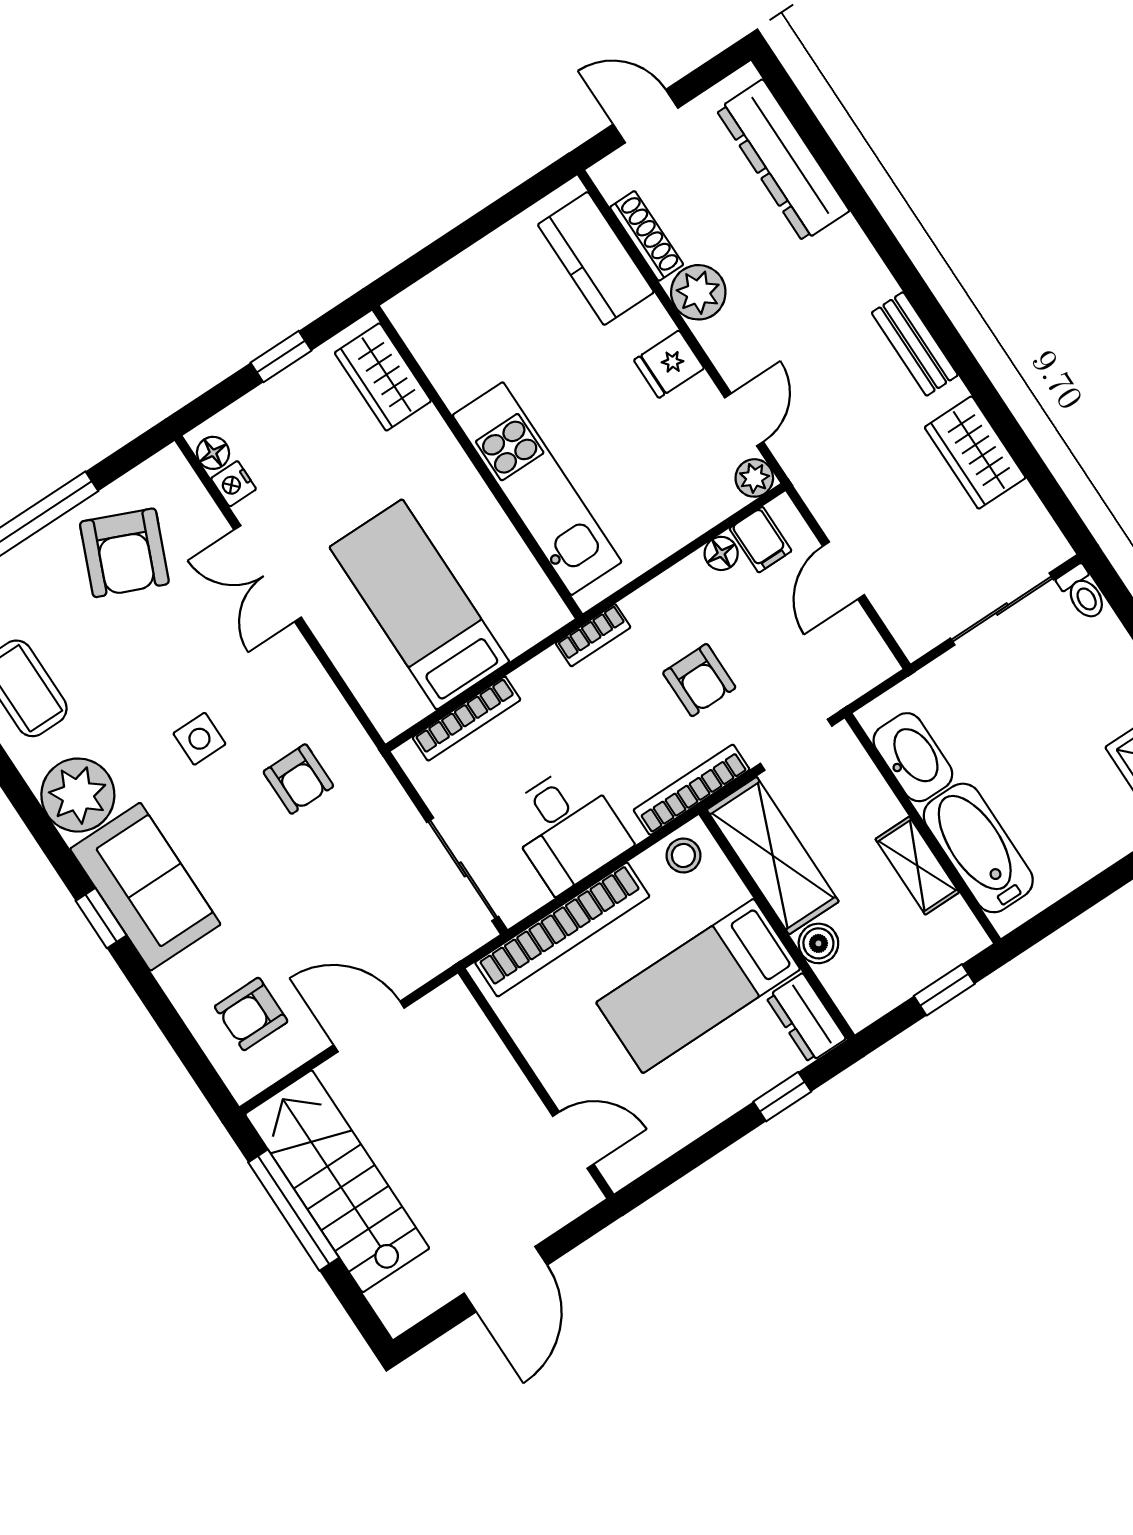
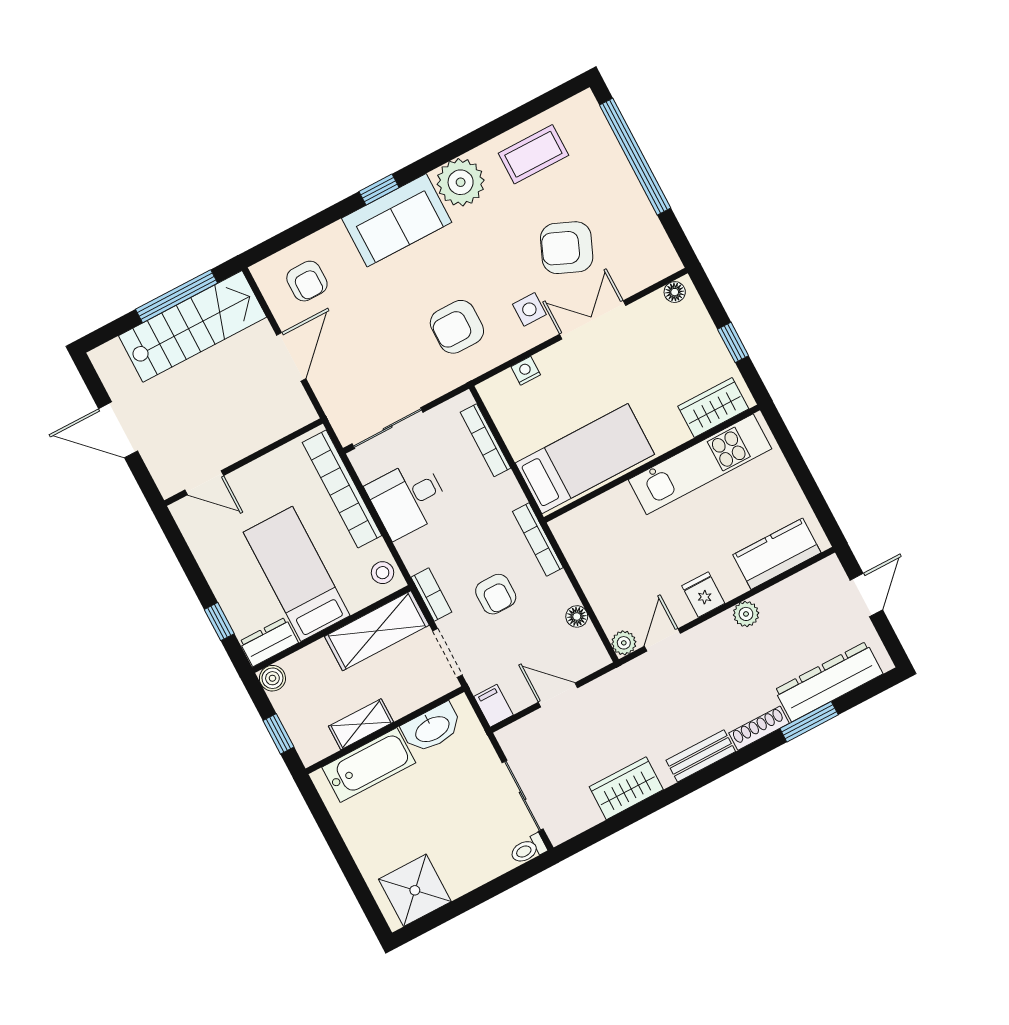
window: (847, 184) -> (809, 722), added
shoe rack: (647, 236) -> (759, 728), moved, turned 180
plant: (698, 292) -> (746, 614), width x0.73, depth x0.73
door: (744, 420) -> (662, 640), swing flipped
nightstand: (234, 484) -> (526, 371), moved
kitchen unit: (537, 489) -> (700, 464), moved
filing cabinet: (761, 540) -> (493, 706), moved, turned 90
armchair: (124, 553) -> (567, 248), moved
bed: (419, 604) -> (585, 459), moved
bookcase: (593, 635) -> (538, 540), width x1.56
armchair: (699, 680) -> (496, 594), turned -90
side table: (199, 739) -> (529, 309), moved
armchair: (298, 779) -> (457, 327), width x1.38, depth x1.38
bookcase: (692, 790) -> (431, 595), width x0.64
boiler: (818, 943) -> (272, 678), moved
armchair: (251, 1014) -> (307, 281), turned 180
door: (573, 1140) -> (204, 483), hinge flipped

